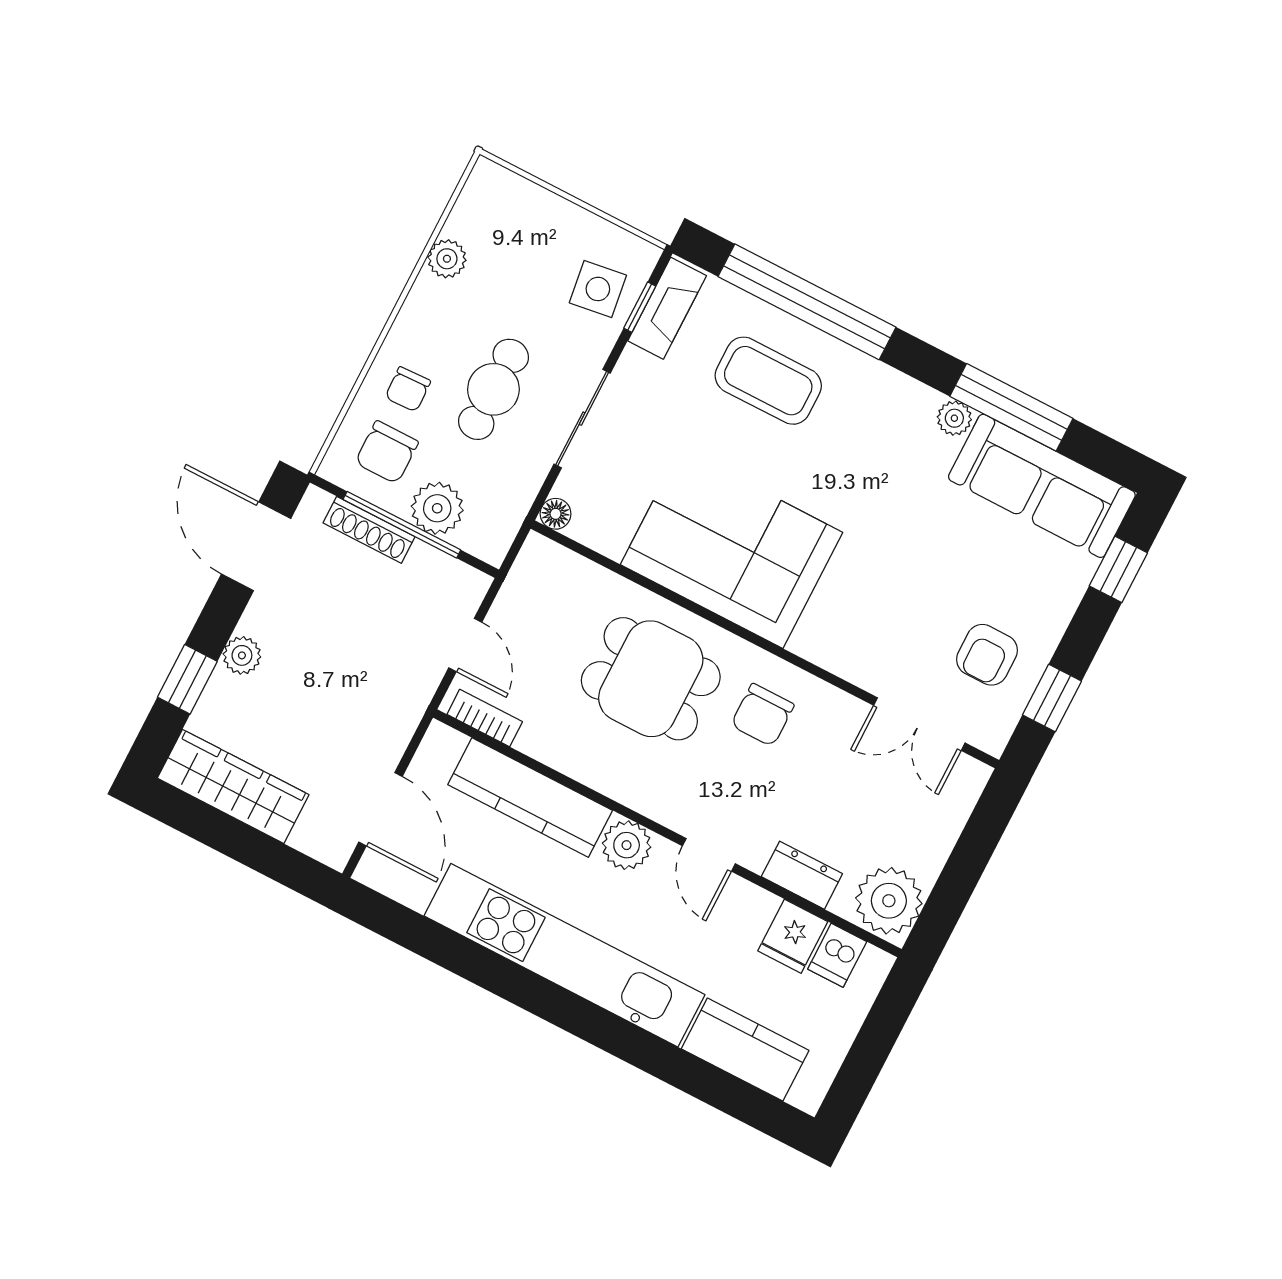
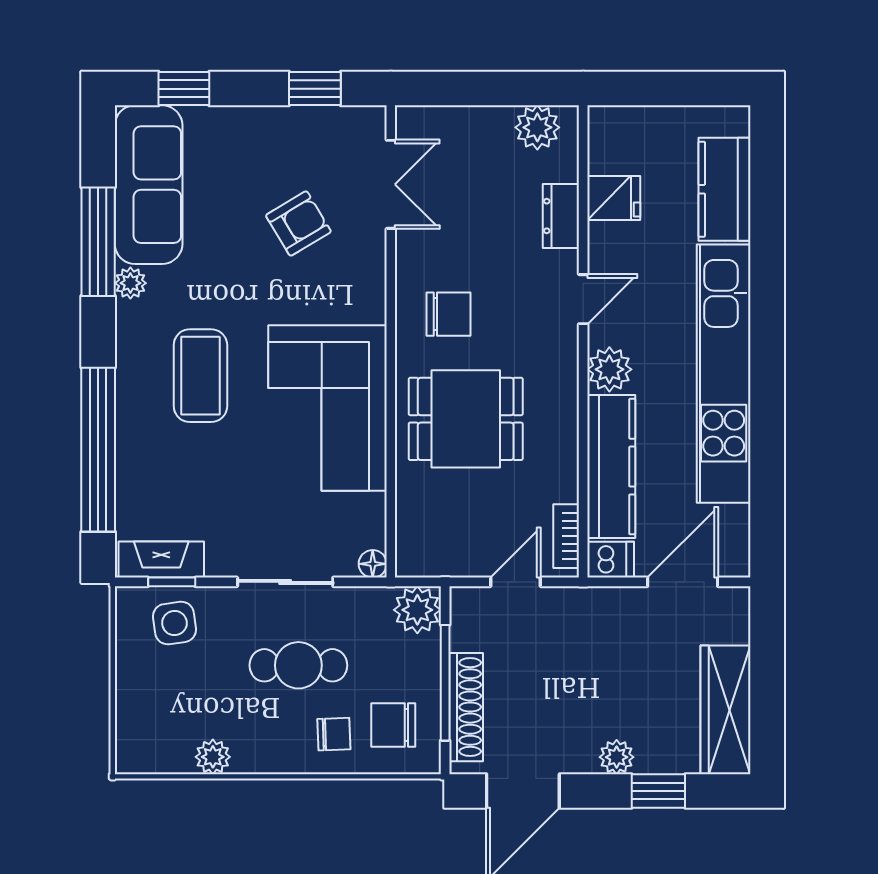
coffee table: (768, 381) -> (200, 376), moved
chair: (387, 452) -> (393, 725), turned 180
plant: (437, 508) -> (417, 610), moved
shoe rack: (369, 530) -> (466, 707), width x1.36, depth x1.24
armchair: (987, 655) -> (298, 223), moved, turned -31
dining table: (651, 679) -> (466, 419), turned 90
plant: (889, 901) -> (537, 127), width x0.73, depth x0.73
dishwasher: (837, 955) -> (611, 560), moved

